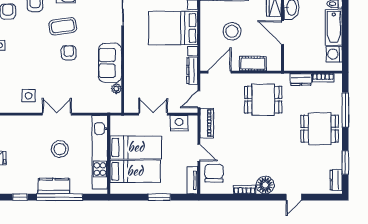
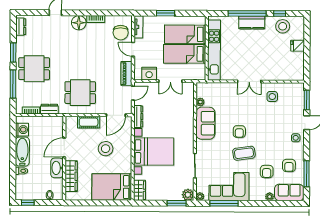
door: (283, 33) -> (64, 147), swing flipped
stool: (60, 149) -> (283, 26), moved
window: (345, 163) -> (13, 53), moved

